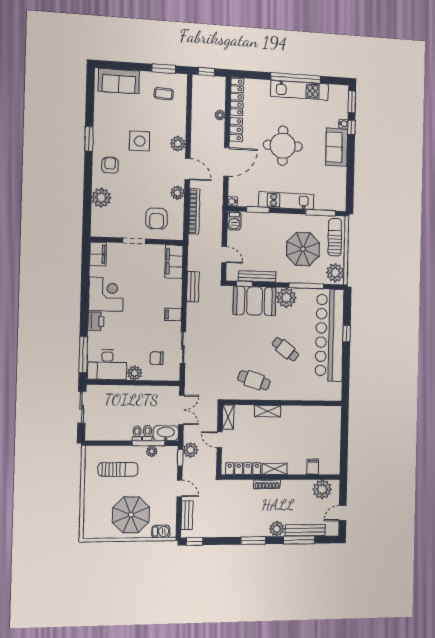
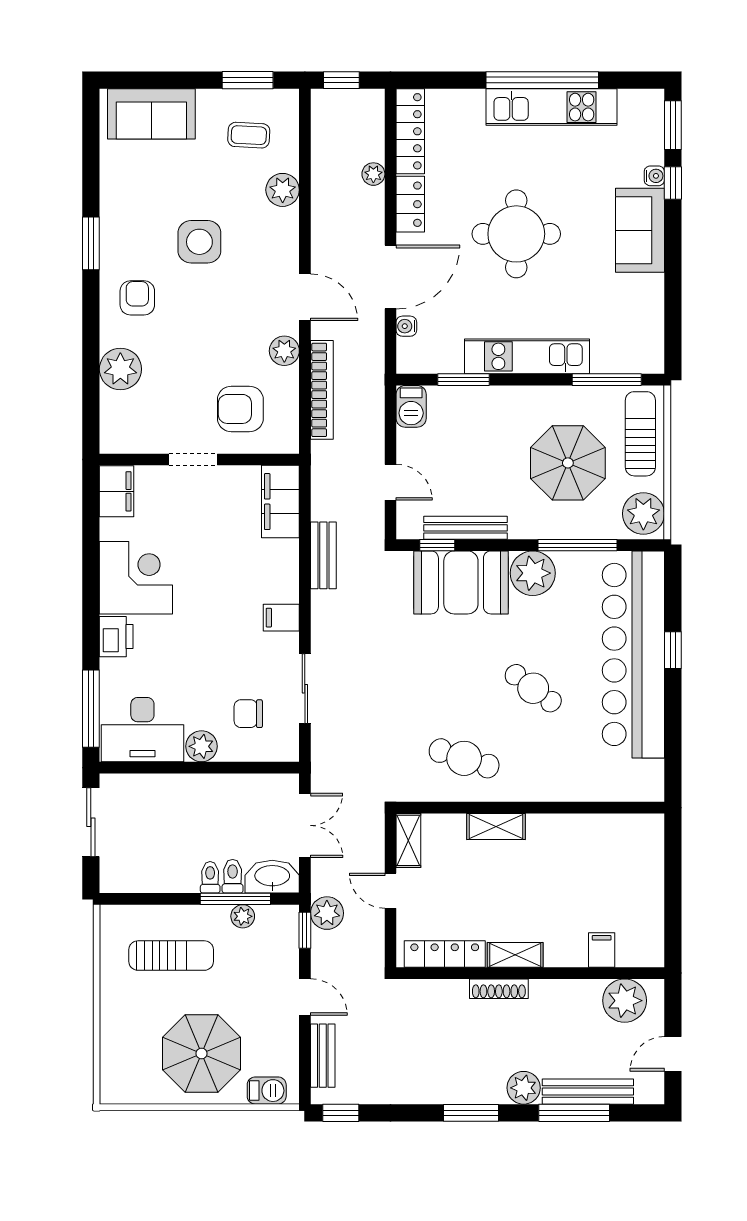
plant: (178, 144) -> (283, 190), moved
water cooler: (233, 201) -> (406, 326), moved
armchair: (157, 218) -> (240, 409), turned 90

